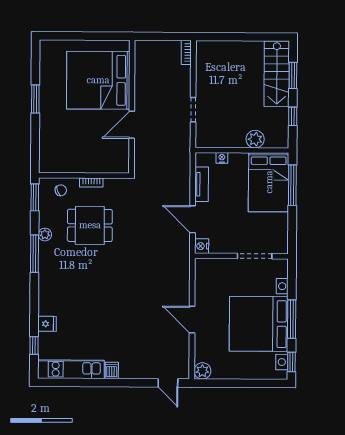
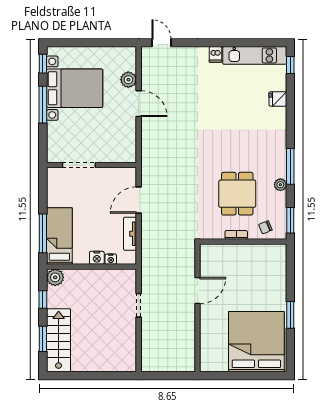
bookcase: (186, 53) -> (145, 360), removed
bed: (98, 80) -> (256, 342), moved, turned -90
plant: (255, 139) -> (55, 277), moved
bed: (269, 182) -> (59, 236), width x0.67
door: (193, 219) -> (139, 200), swing flipped
dining table: (90, 225) -> (237, 194), turned 90
nightstand: (202, 246) -> (97, 258), moved, turned 90
bed with nightstands: (259, 324) -> (75, 88), width x0.73
window: (34, 345) -> (290, 65), moved
plant: (202, 371) -> (128, 80), moved

